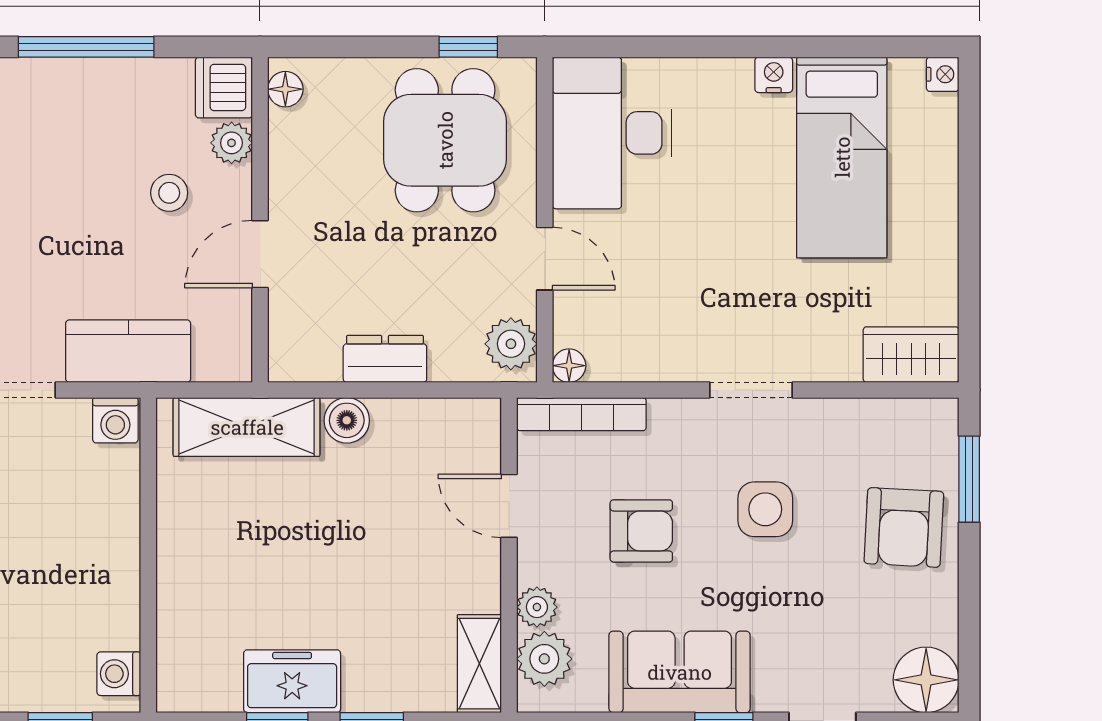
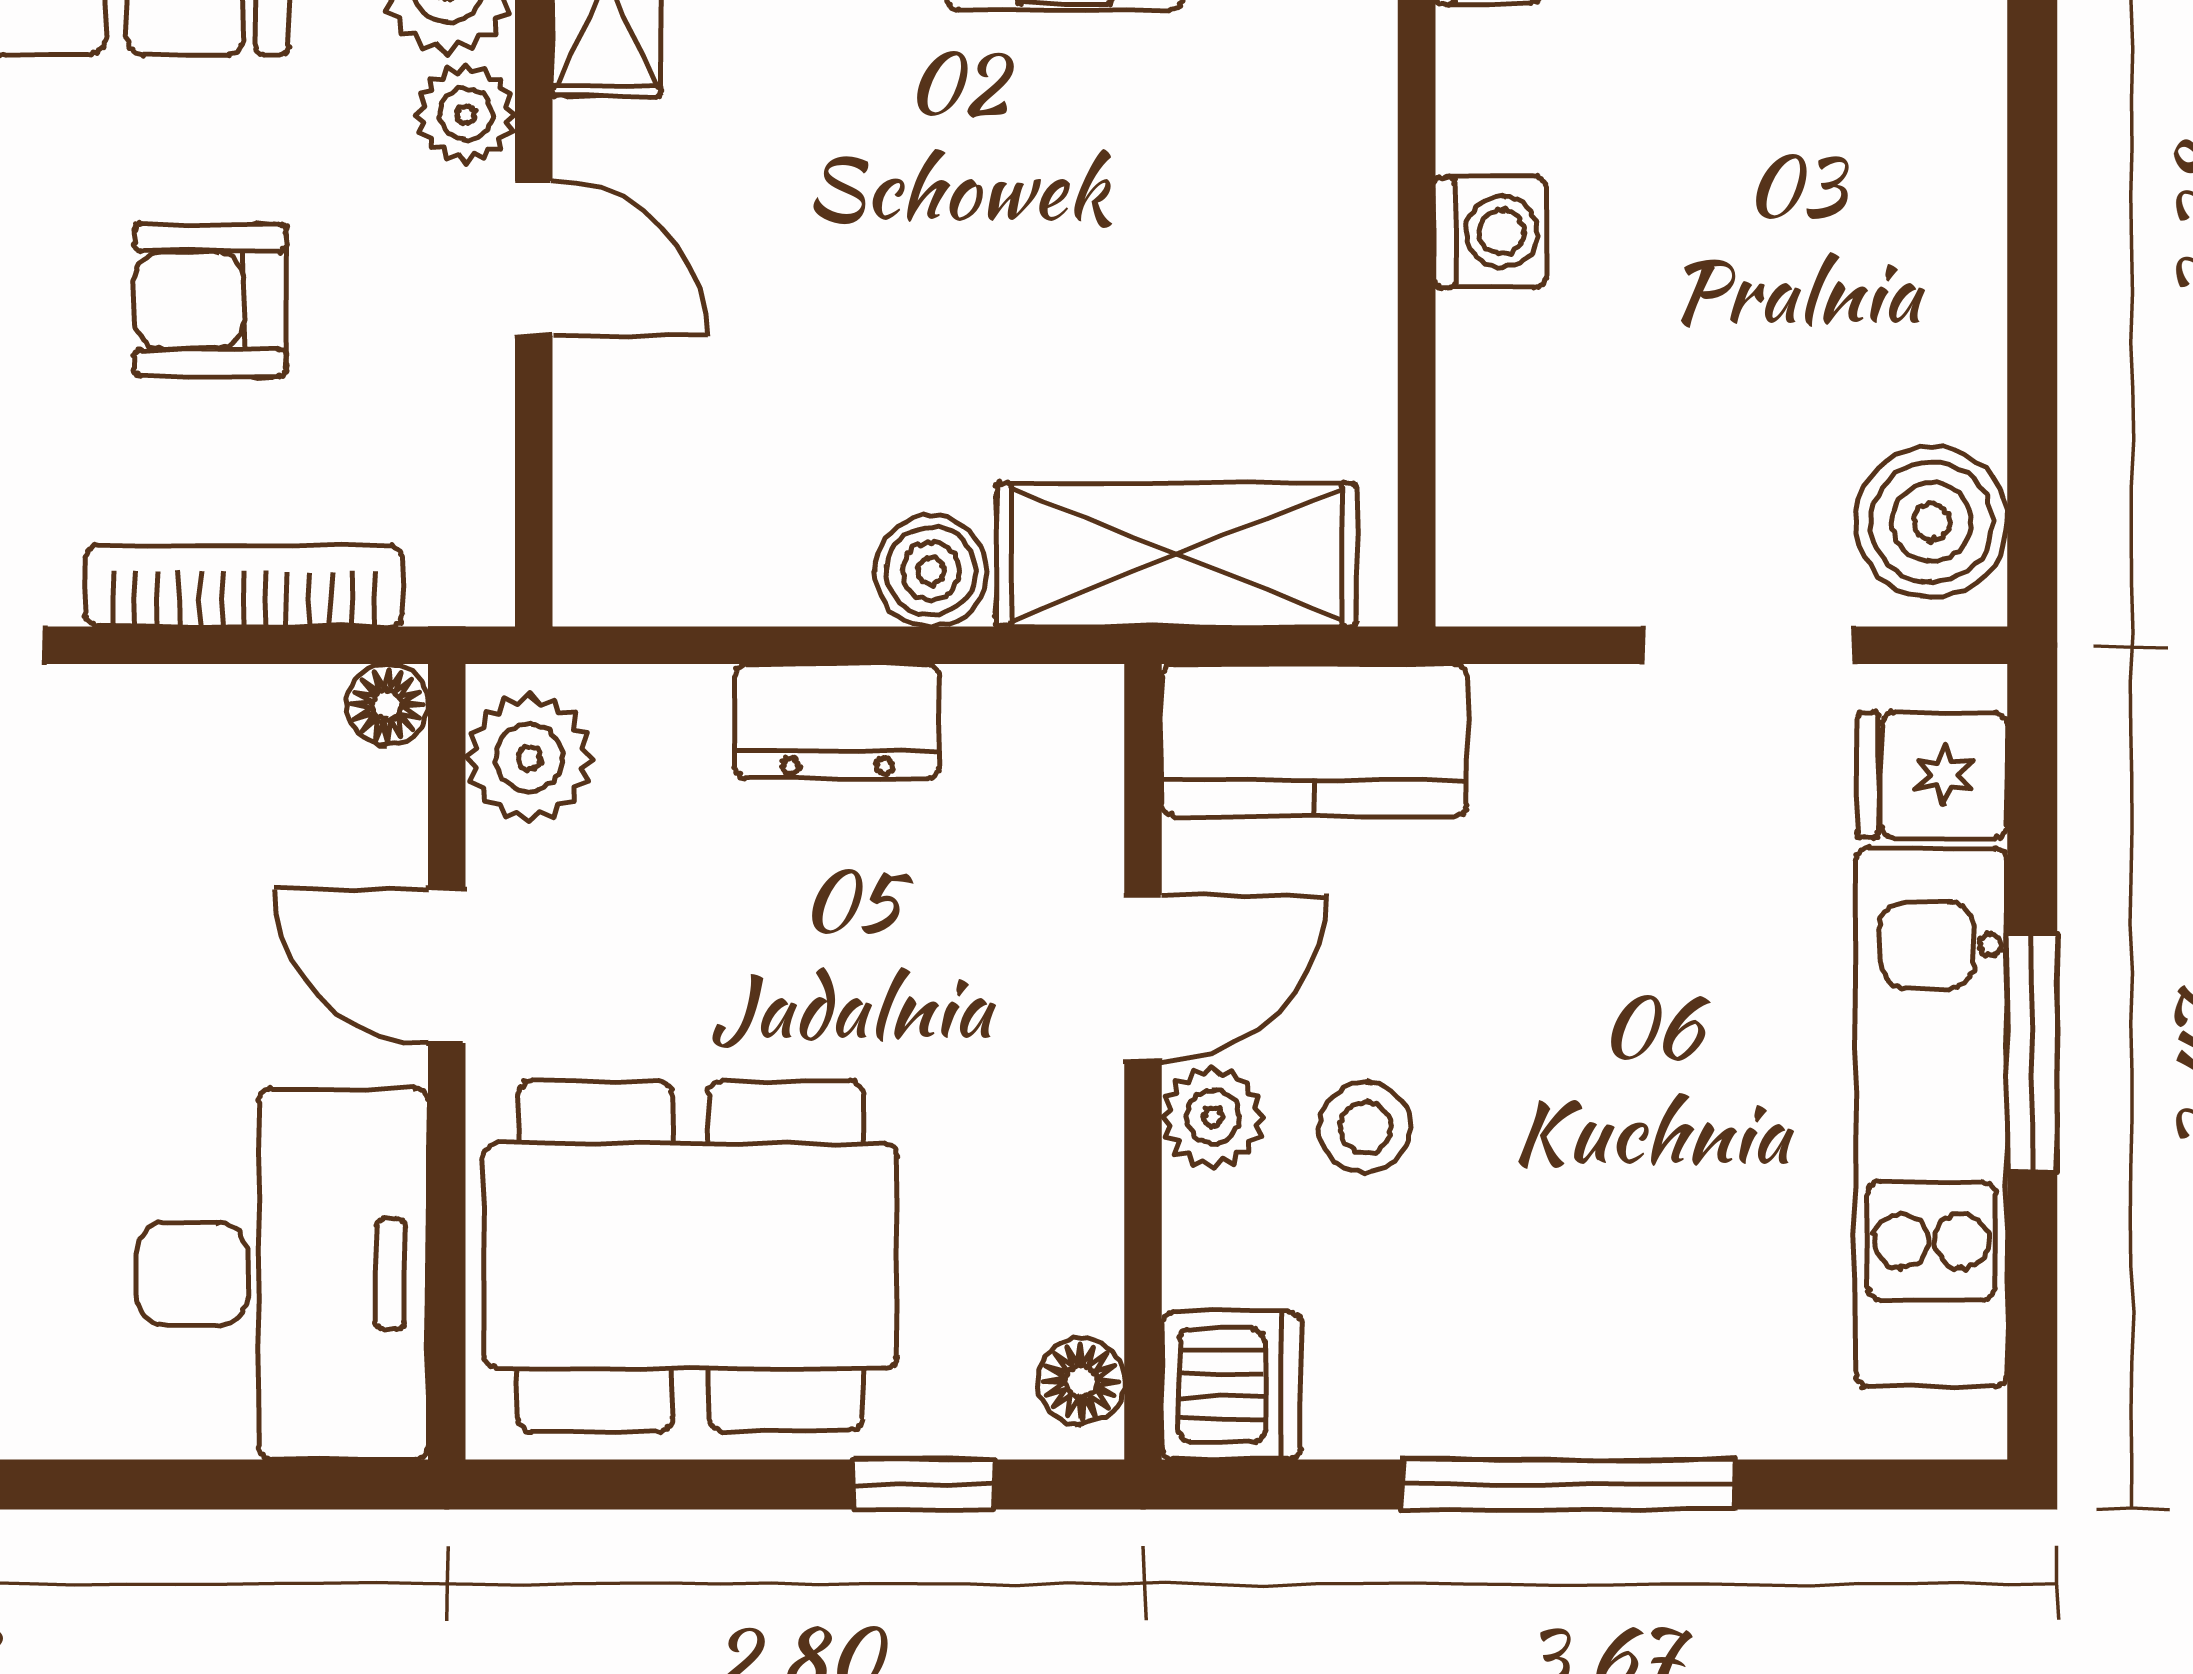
window: (468, 47) -> (924, 1485), moved
dining table: (445, 140) -> (690, 1256), width x1.38
plant: (232, 143) -> (1213, 1117), moved
kitchen counter: (128, 351) -> (1314, 740), moved
bookcase: (581, 414) -> (244, 586), moved
washing machine: (115, 420) -> (1491, 232), moved, turned 90
door: (509, 506) -> (534, 259), moved

